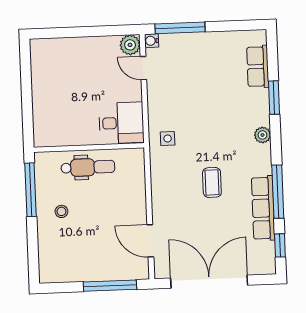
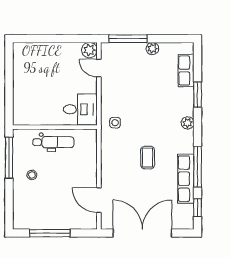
plant: (212, 40) -> (152, 49), added
water cooler: (151, 41) -> (106, 48), removed
window: (110, 286) -> (50, 233), moved

